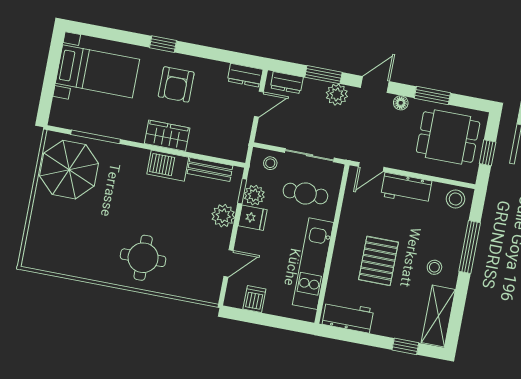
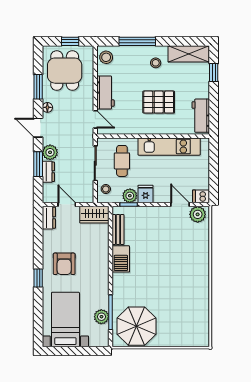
dresser: (287, 83) -> (48, 172), moved
armchair: (176, 84) -> (64, 264), turned 90
plant: (92, 123) -> (101, 317), added
wardrobe: (167, 136) -> (94, 215), moved, turned -90
plant: (223, 216) -> (198, 214), moved
round table: (143, 258) -> (187, 264), removed
dishwasher: (254, 299) -> (201, 196), moved

